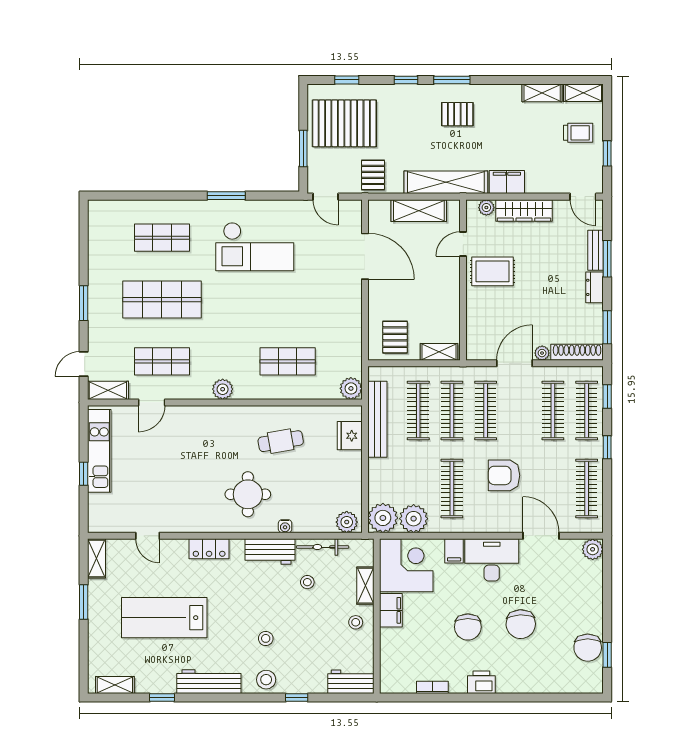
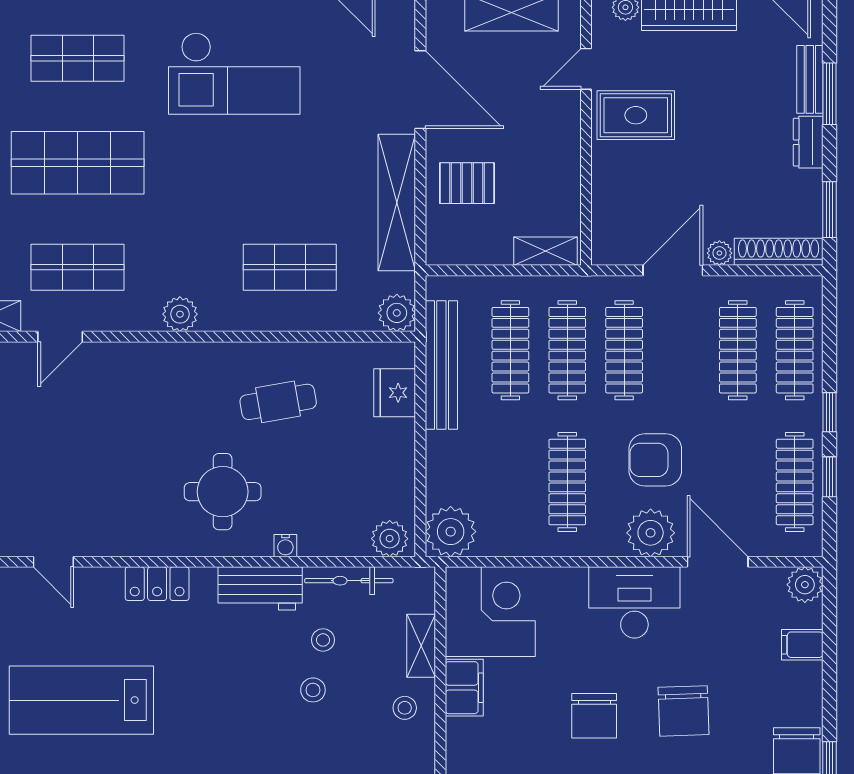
shelving: (351, 323) -> (397, 203), added
pallet: (395, 337) -> (467, 183), moved, turned 90
window: (607, 396) -> (829, 477), moved
plant: (414, 519) -> (651, 533), moved
filing cabinet: (454, 551) -> (802, 645), moved, turned 90
stool: (266, 638) -> (313, 690), moved

